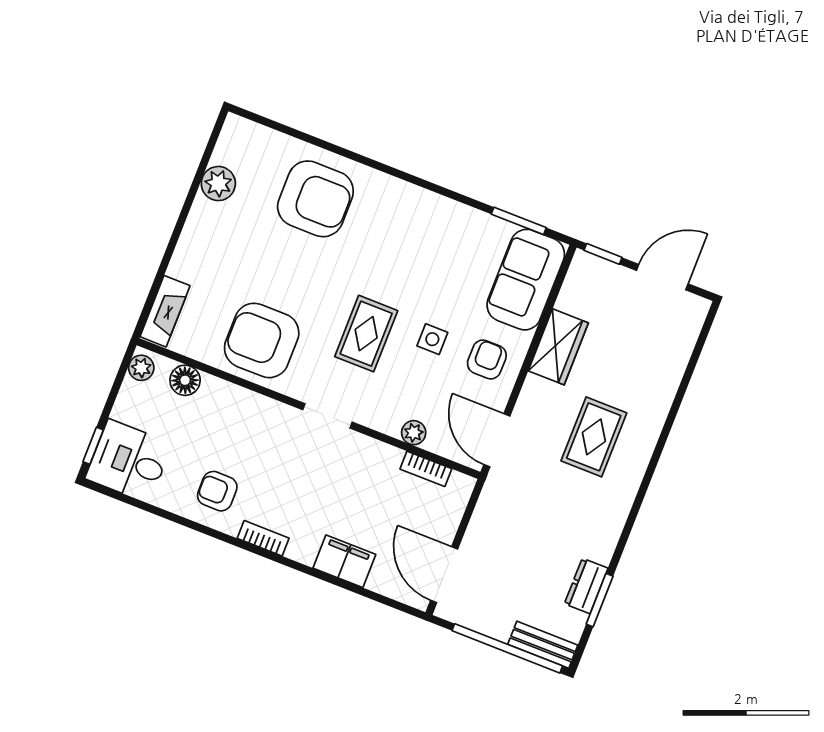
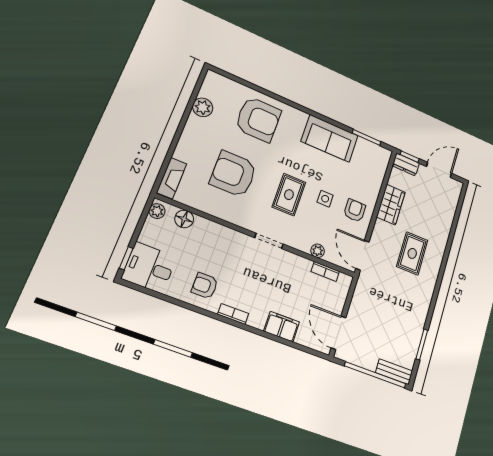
sofa: (526, 280) -> (330, 138), moved, turned -90
armchair: (262, 340) -> (233, 174), moved
dresser: (586, 586) -> (406, 164), moved, turned -90

